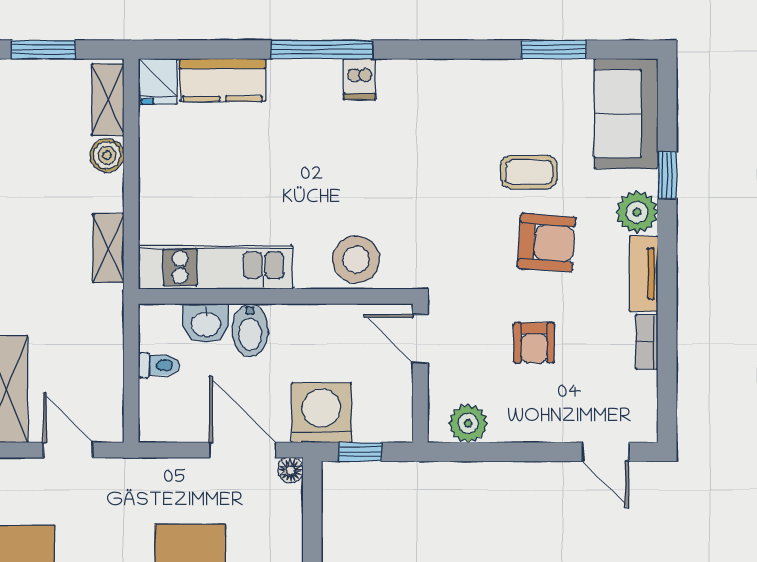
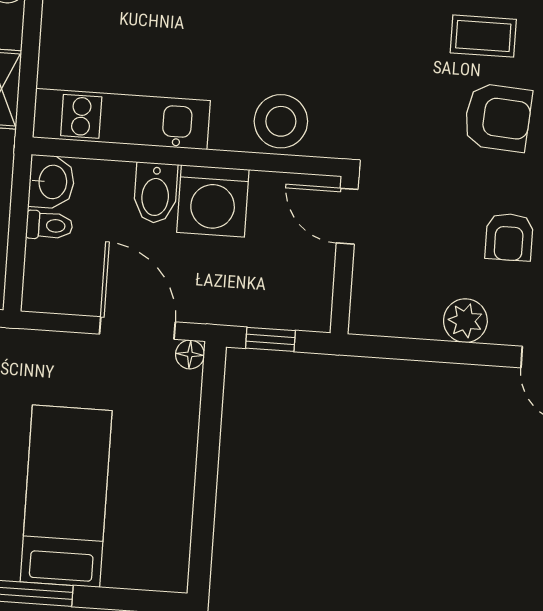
washbasin: (206, 323) -> (52, 182), moved, turned -90
armchair: (534, 343) -> (509, 237), moved
washing machine: (322, 413) -> (213, 201), moved, turned 180
plant: (468, 423) -> (465, 321), moved

